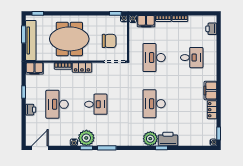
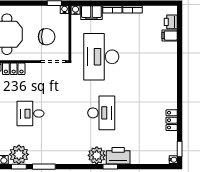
desk: (154, 58) -> (101, 57), width x1.36, depth x1.30
desk: (192, 58) -> (147, 57), removed
filing cabinet: (210, 90) -> (170, 36), moved, width x0.50
desk: (96, 104) -> (30, 114), turned 180
desk: (154, 104) -> (101, 113), turned 180

